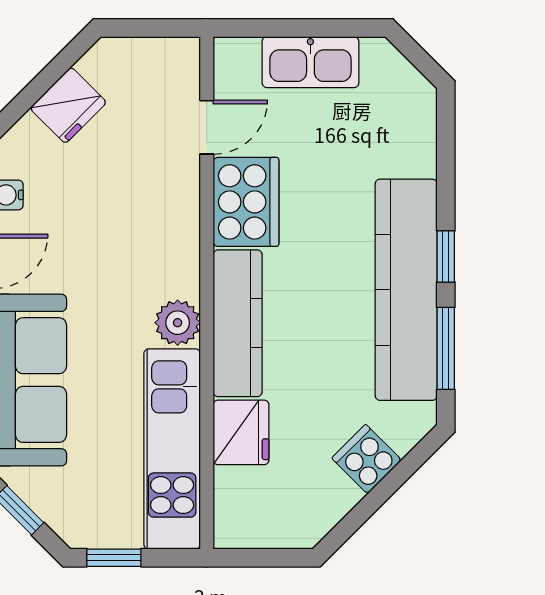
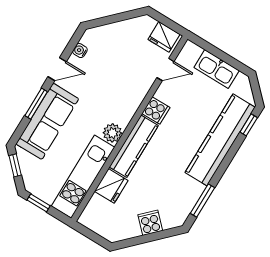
fridge: (68, 105) -> (164, 37), moved, turned 45
cooker: (246, 202) -> (156, 111), width x0.53, depth x0.76
window: (446, 256) -> (249, 125), moved
kitchen counter: (406, 290) -> (220, 140), moved

